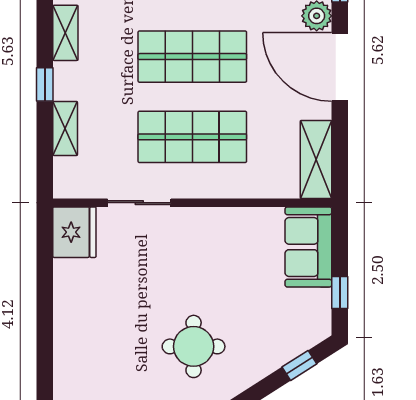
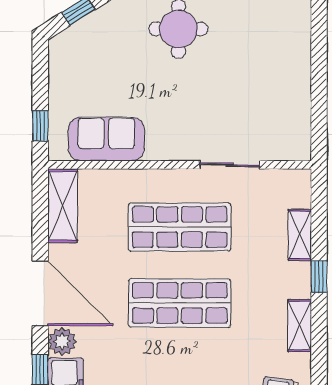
fridge: (74, 232) -> (291, 137), removed
sofa: (308, 247) -> (106, 139), moved, turned -90
window: (340, 293) -> (40, 126), moved

